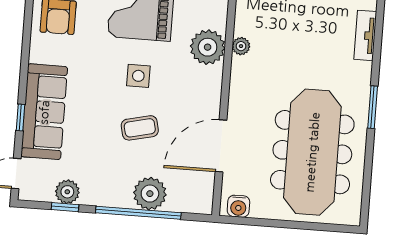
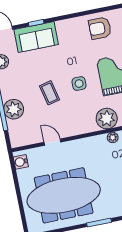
sofa: (44, 112) -> (36, 37), width x0.73
door: (221, 146) -> (52, 142), width x0.53

